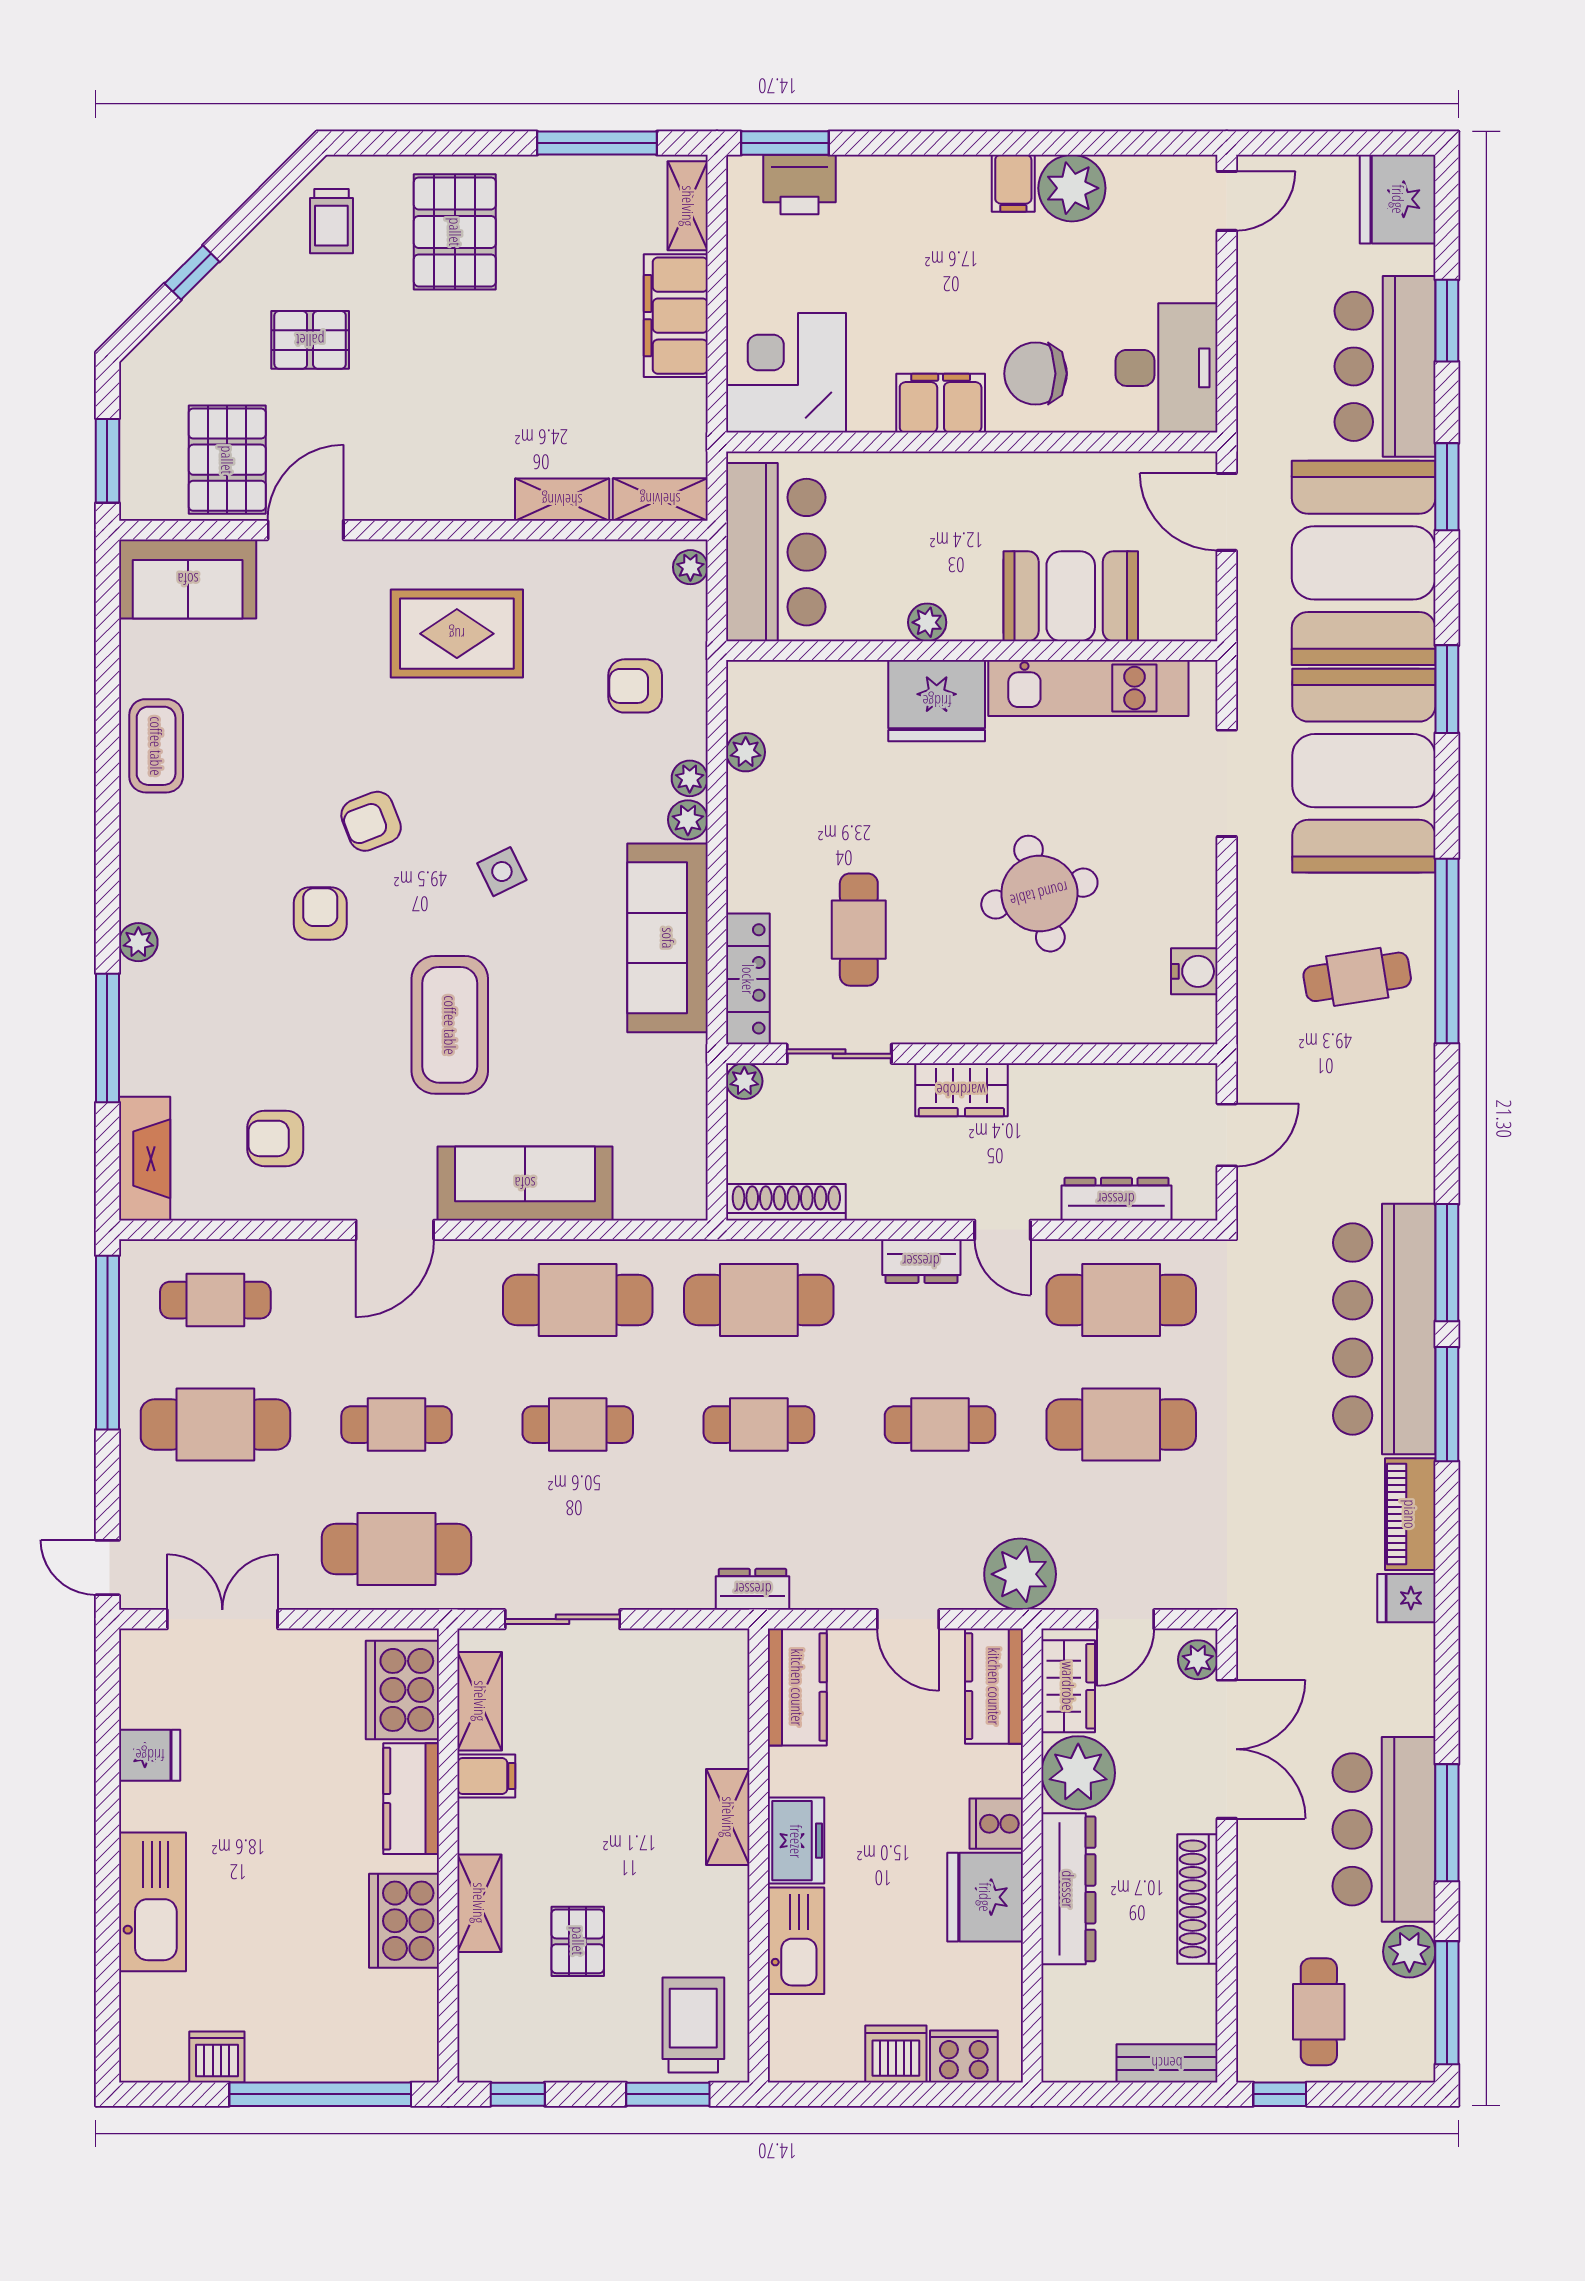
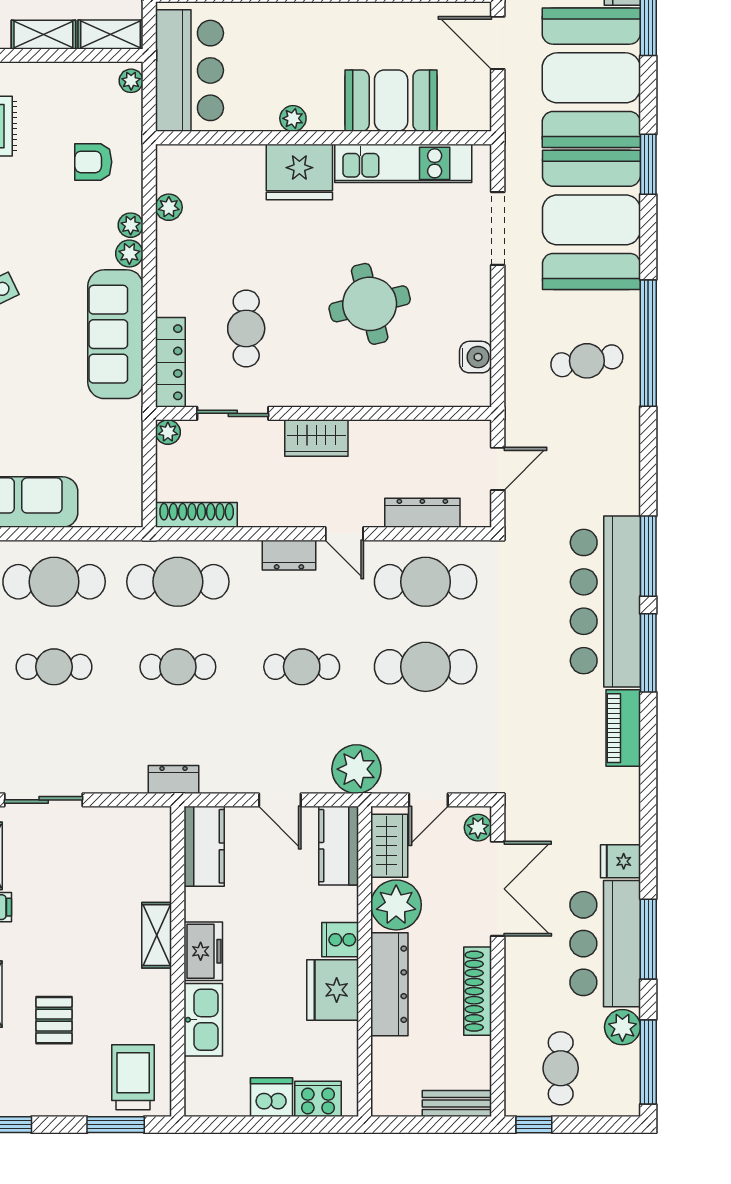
fridge: (1406, 1598) -> (620, 861), moved

